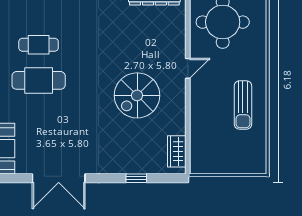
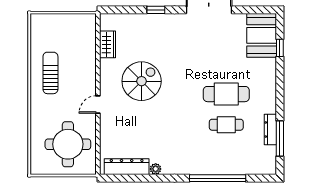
wardrobe: (177, 151) -> (107, 44), moved
window: (136, 178) -> (156, 10), moved

